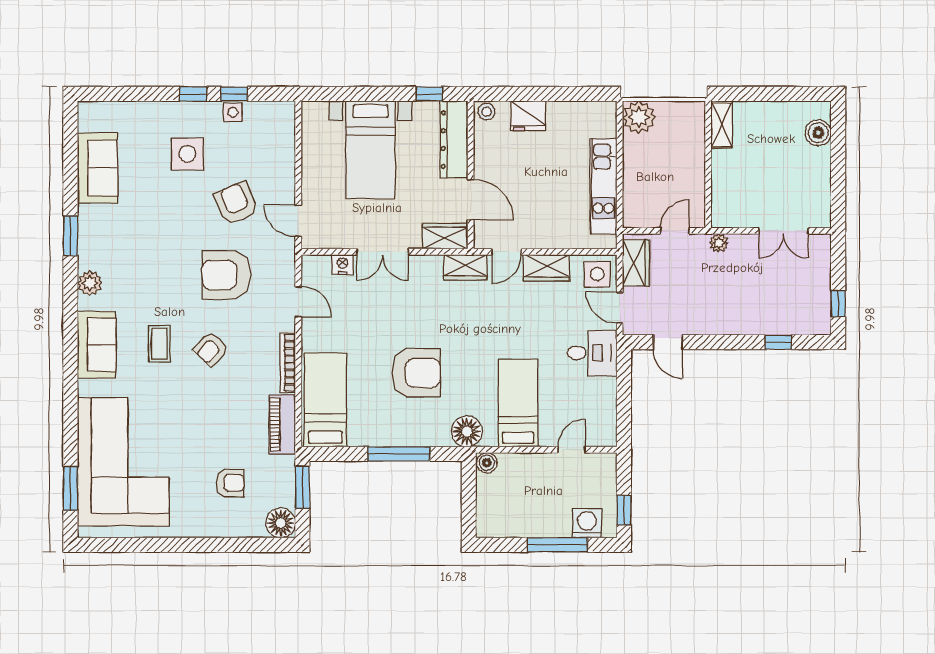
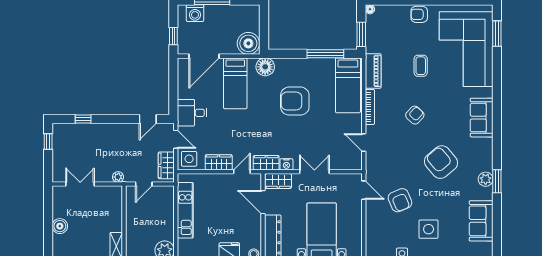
boiler: (818, 133) -> (60, 226), moved
nightstand: (343, 265) -> (286, 164), moved
armchair: (226, 275) -> (441, 162), moved, turned -130
plant: (90, 283) -> (486, 179), moved
door: (668, 342) -> (148, 119), swing flipped
coffee table: (159, 344) -> (421, 66), moved
door: (572, 450) -> (204, 56), width x1.88
window: (399, 454) -> (325, 54), moved
boiler: (487, 463) -> (248, 43), width x1.86, depth x1.86
armchair: (230, 483) -> (419, 14), moved
window: (624, 510) -> (173, 36), moved
floor lamp: (281, 523) -> (370, 9), width x0.53, depth x0.53

